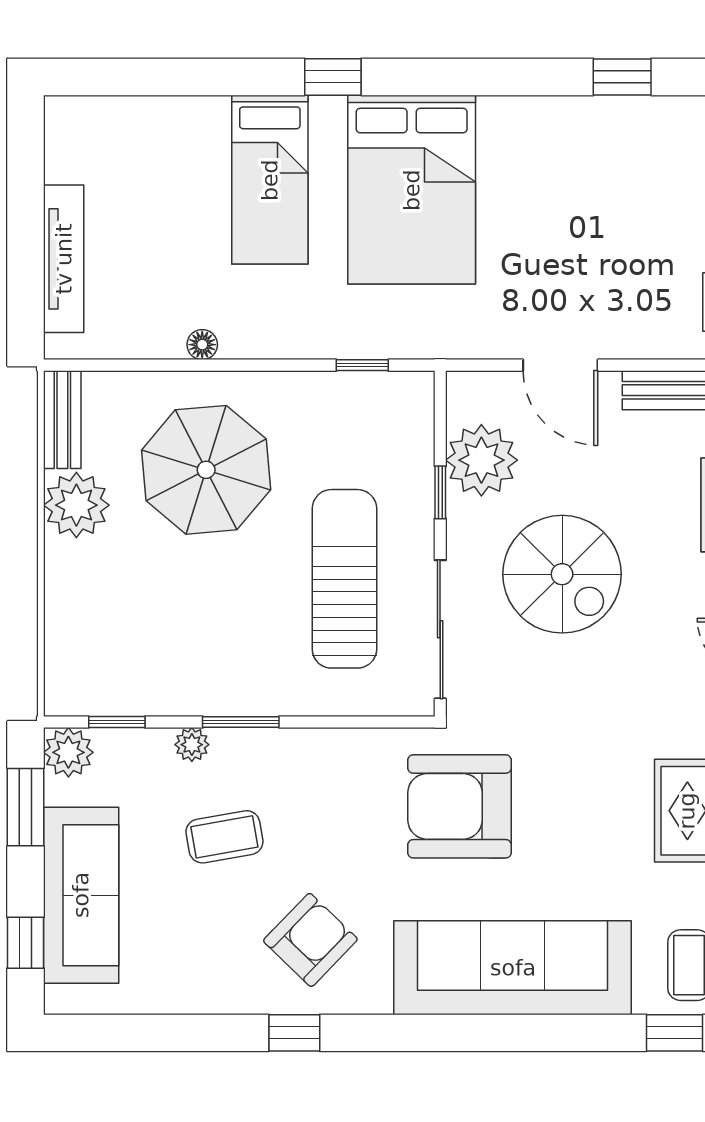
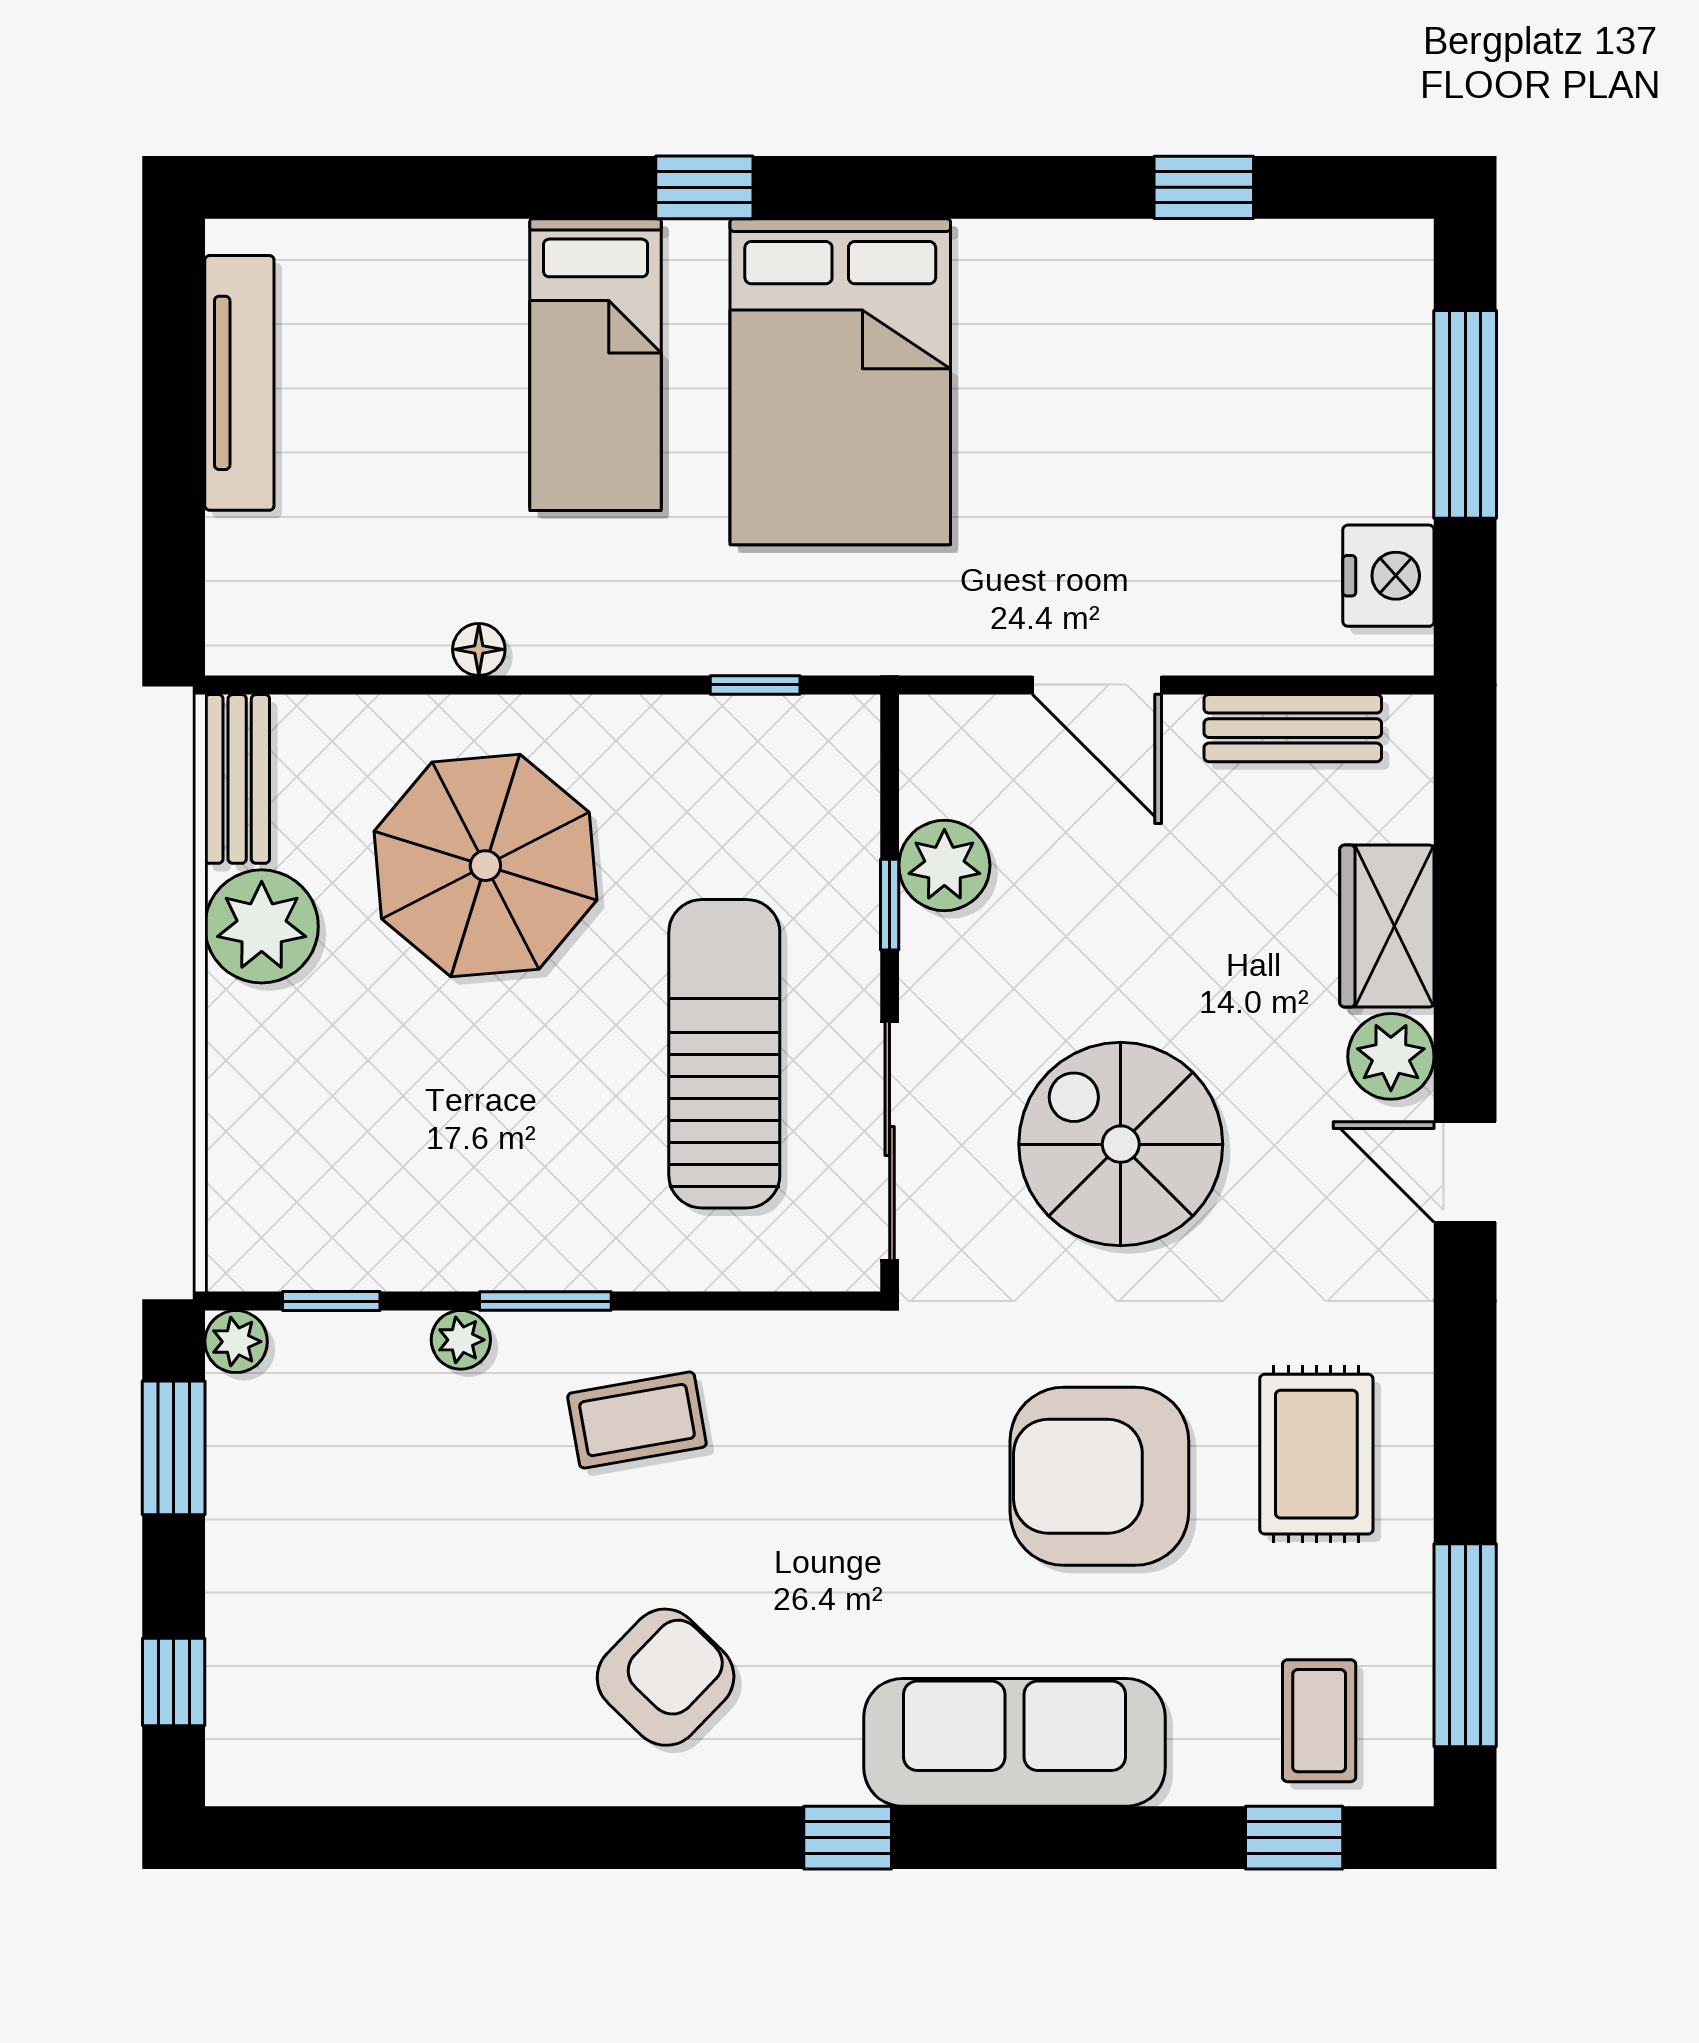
tv unit: (64, 259) -> (239, 383), moved
plant: (481, 460) -> (944, 865), width x0.73, depth x0.73
spiral stairs: (562, 574) -> (1121, 1144), moved, turned 180
plant: (68, 752) -> (236, 1342), width x0.73, depth x0.73
armchair: (459, 806) -> (1099, 1476), moved
coffee table: (224, 837) -> (637, 1420), moved
sofa: (81, 895) -> (270, 1600), removed
sofa: (513, 968) -> (1014, 1742), width x0.74, depth x0.79
window: (294, 1033) -> (848, 1838), moved

